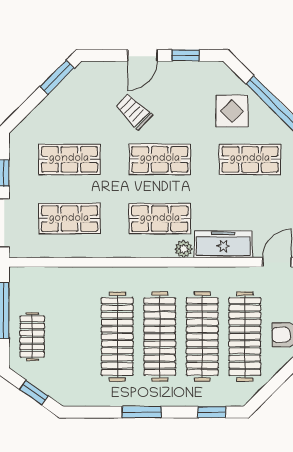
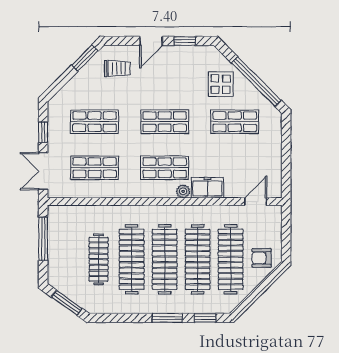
trolley: (134, 111) -> (117, 68), moved, turned 136
freezer: (223, 244) -> (207, 188), width x0.71
clothes rail: (32, 337) -> (99, 259), moved, width x1.36
window: (34, 393) -> (67, 303), width x1.50
window: (142, 412) -> (167, 318), moved

